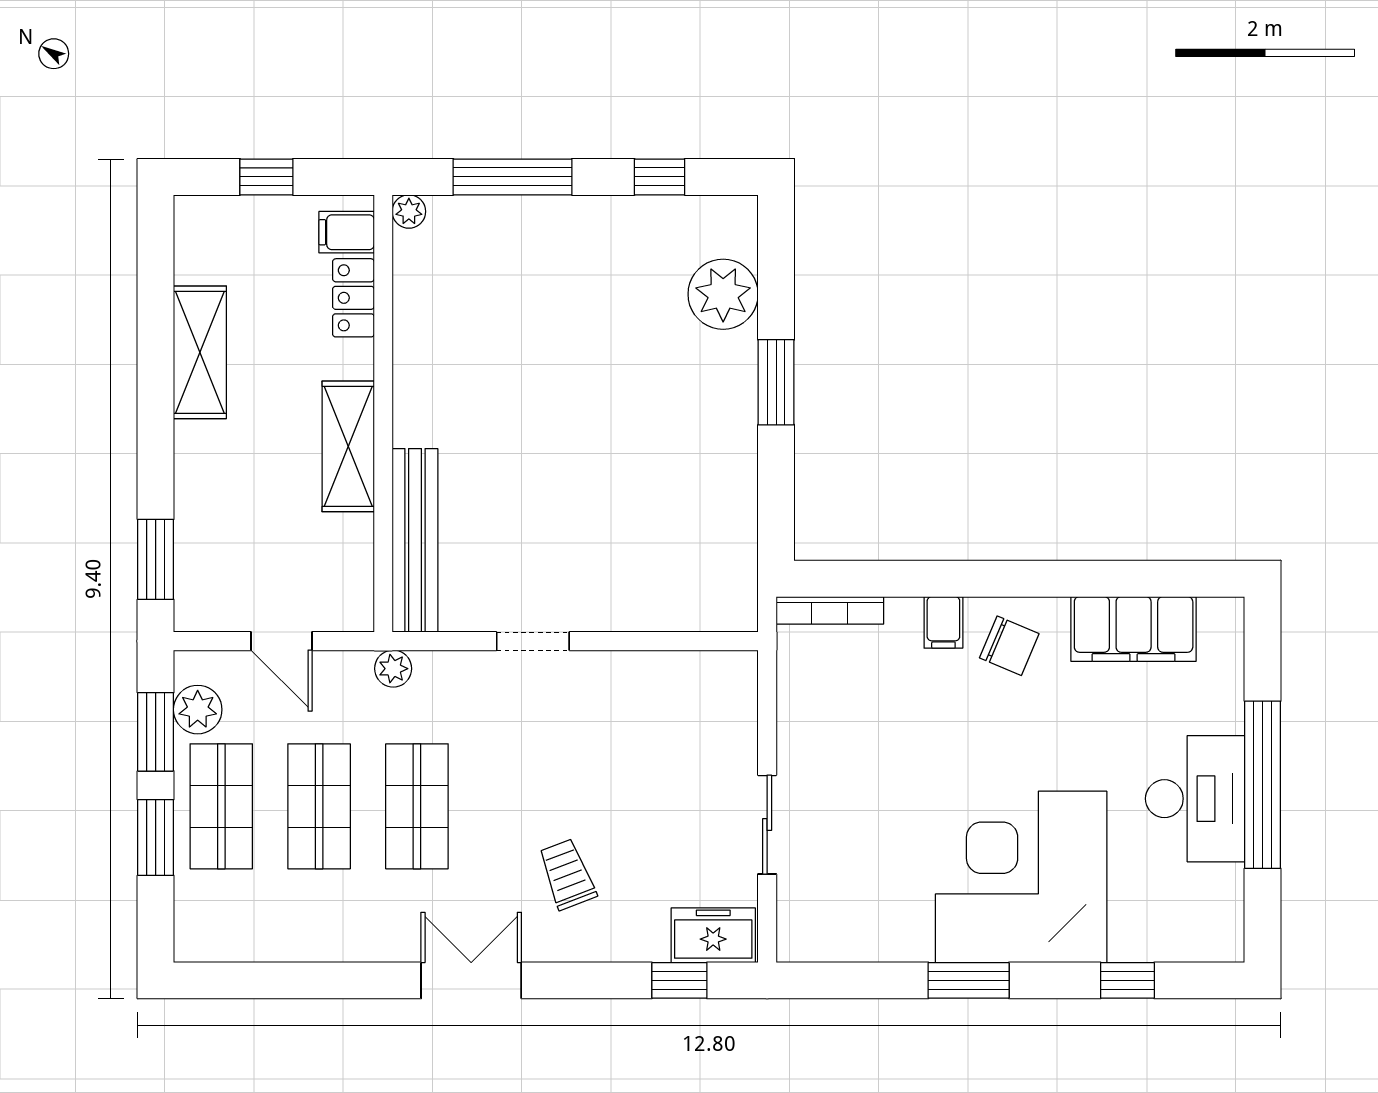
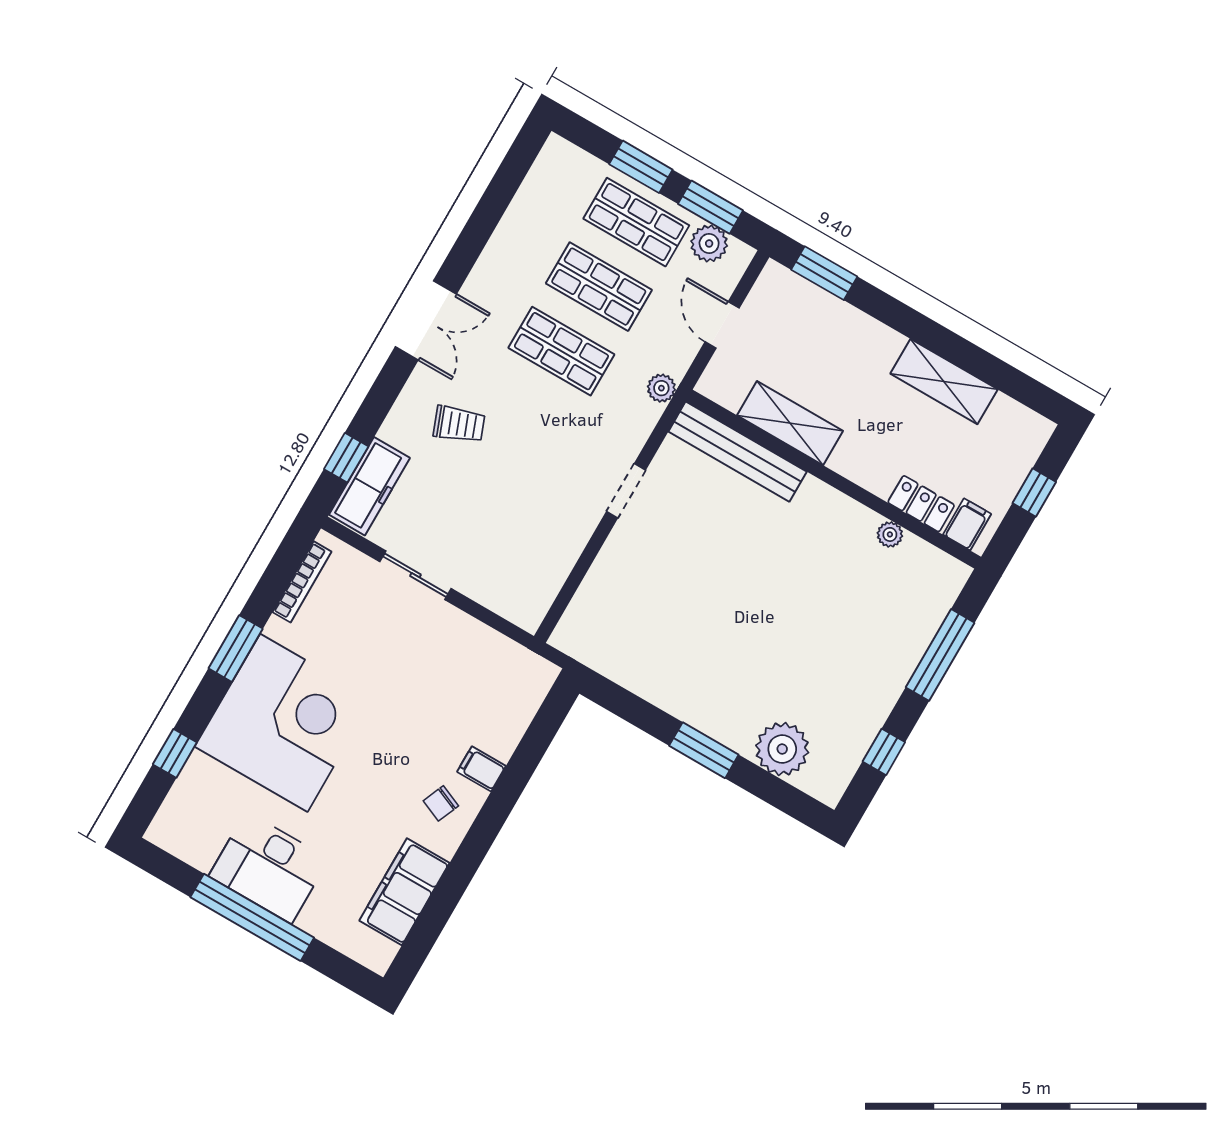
plant: (409, 211) -> (890, 534), moved
shelving: (348, 446) -> (790, 423), moved
bookcase: (830, 610) -> (302, 582), moved, turned 180
door: (282, 641) -> (722, 325), hinge flipped
chair: (1009, 646) -> (441, 803), width x0.73, depth x0.73
freezer: (713, 935) -> (369, 486), width x1.40

